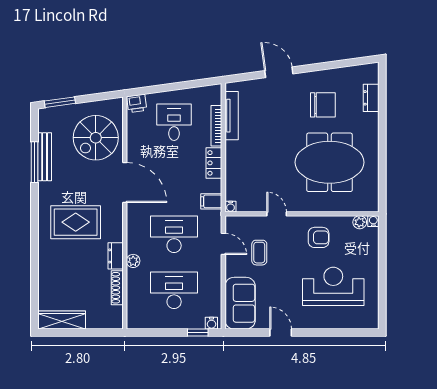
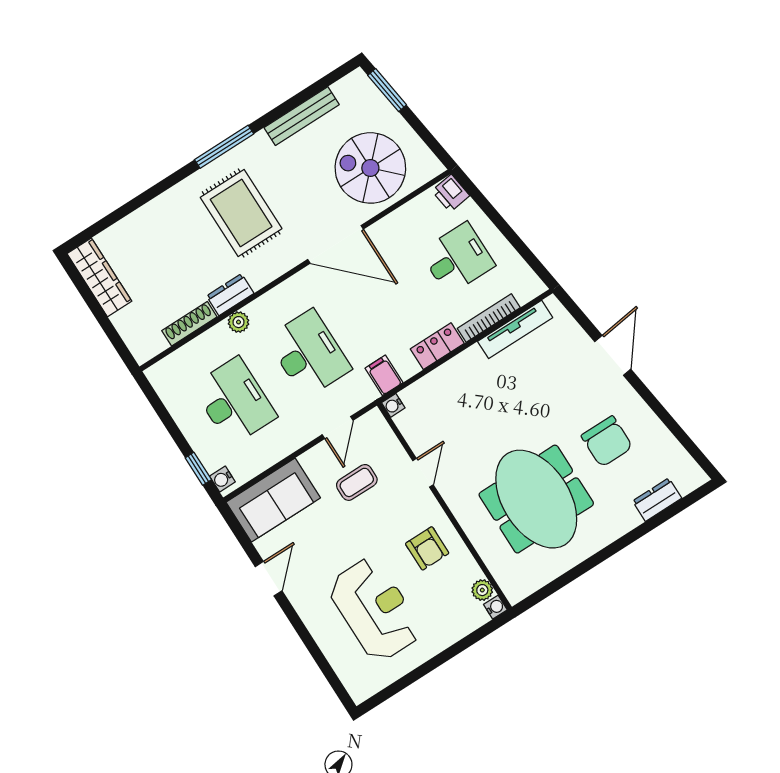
window: (34, 162) -> (224, 147), moved
door: (125, 182) -> (336, 244), hinge flipped

